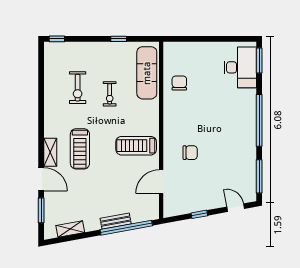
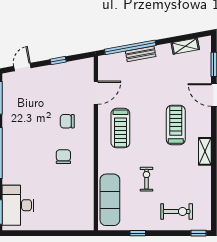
chair: (179, 83) -> (63, 157), moved, turned 180
exercise bike: (78, 88) -> (177, 211), moved, turned 90
treadmill: (136, 146) -> (120, 128), turned 90
shelving: (50, 152) -> (205, 151), moved
door: (236, 208) -> (22, 67), swing flipped

